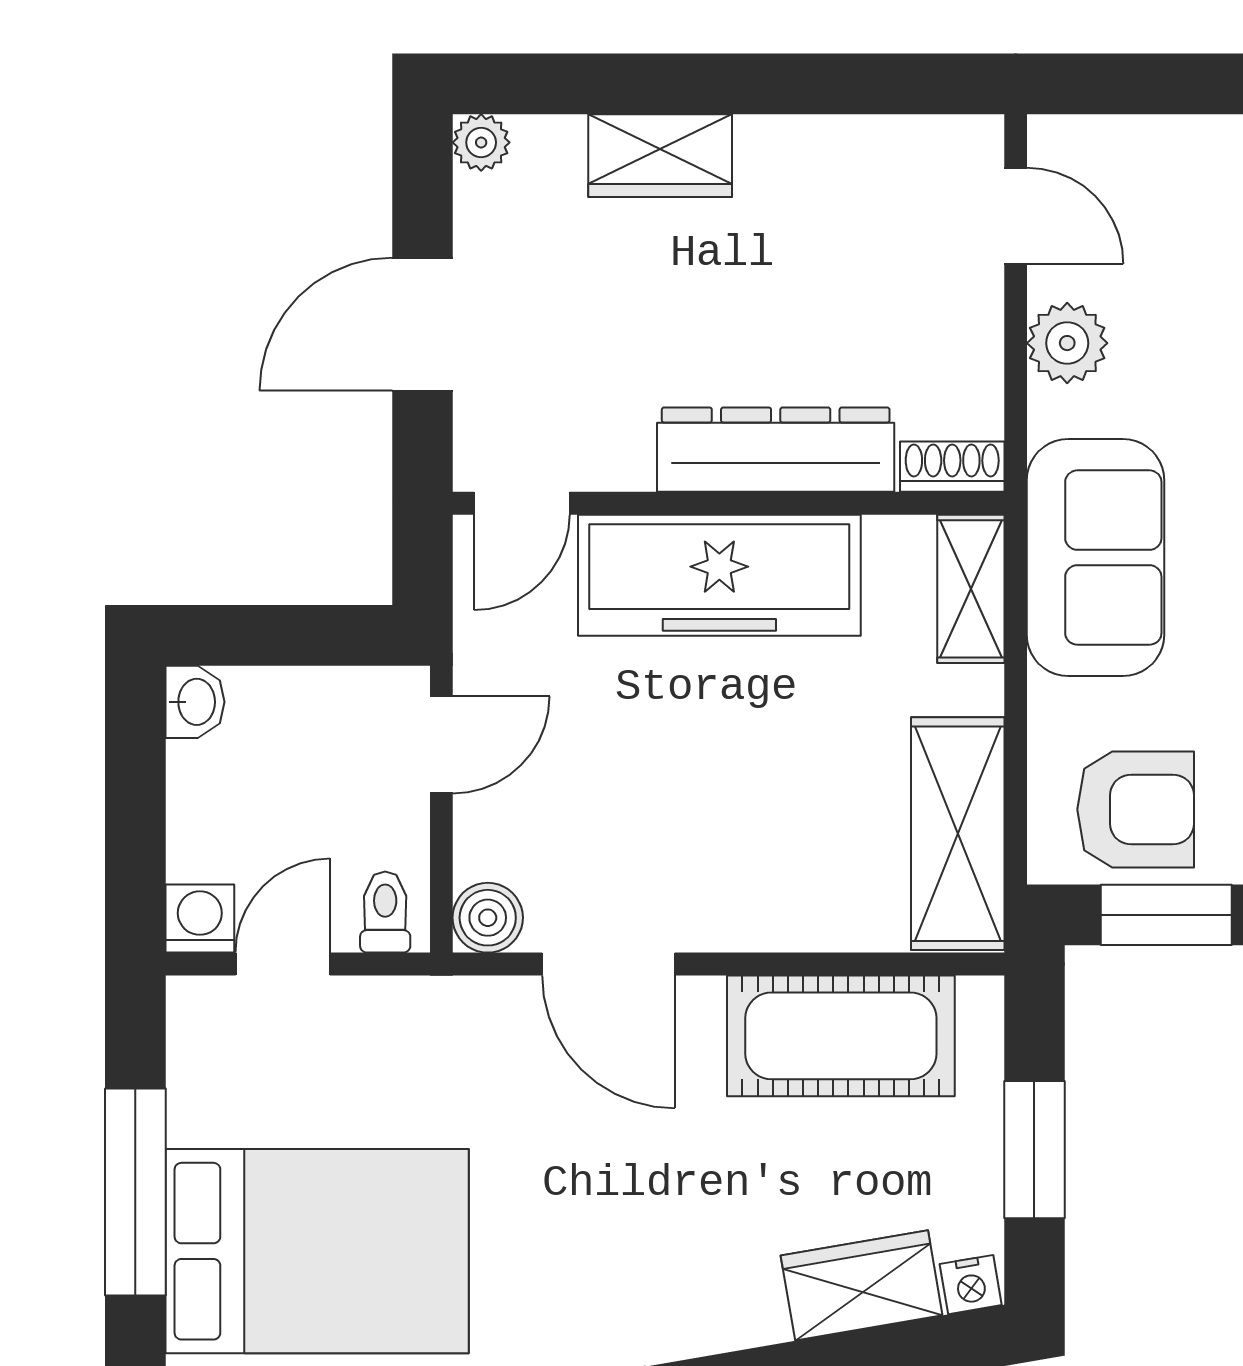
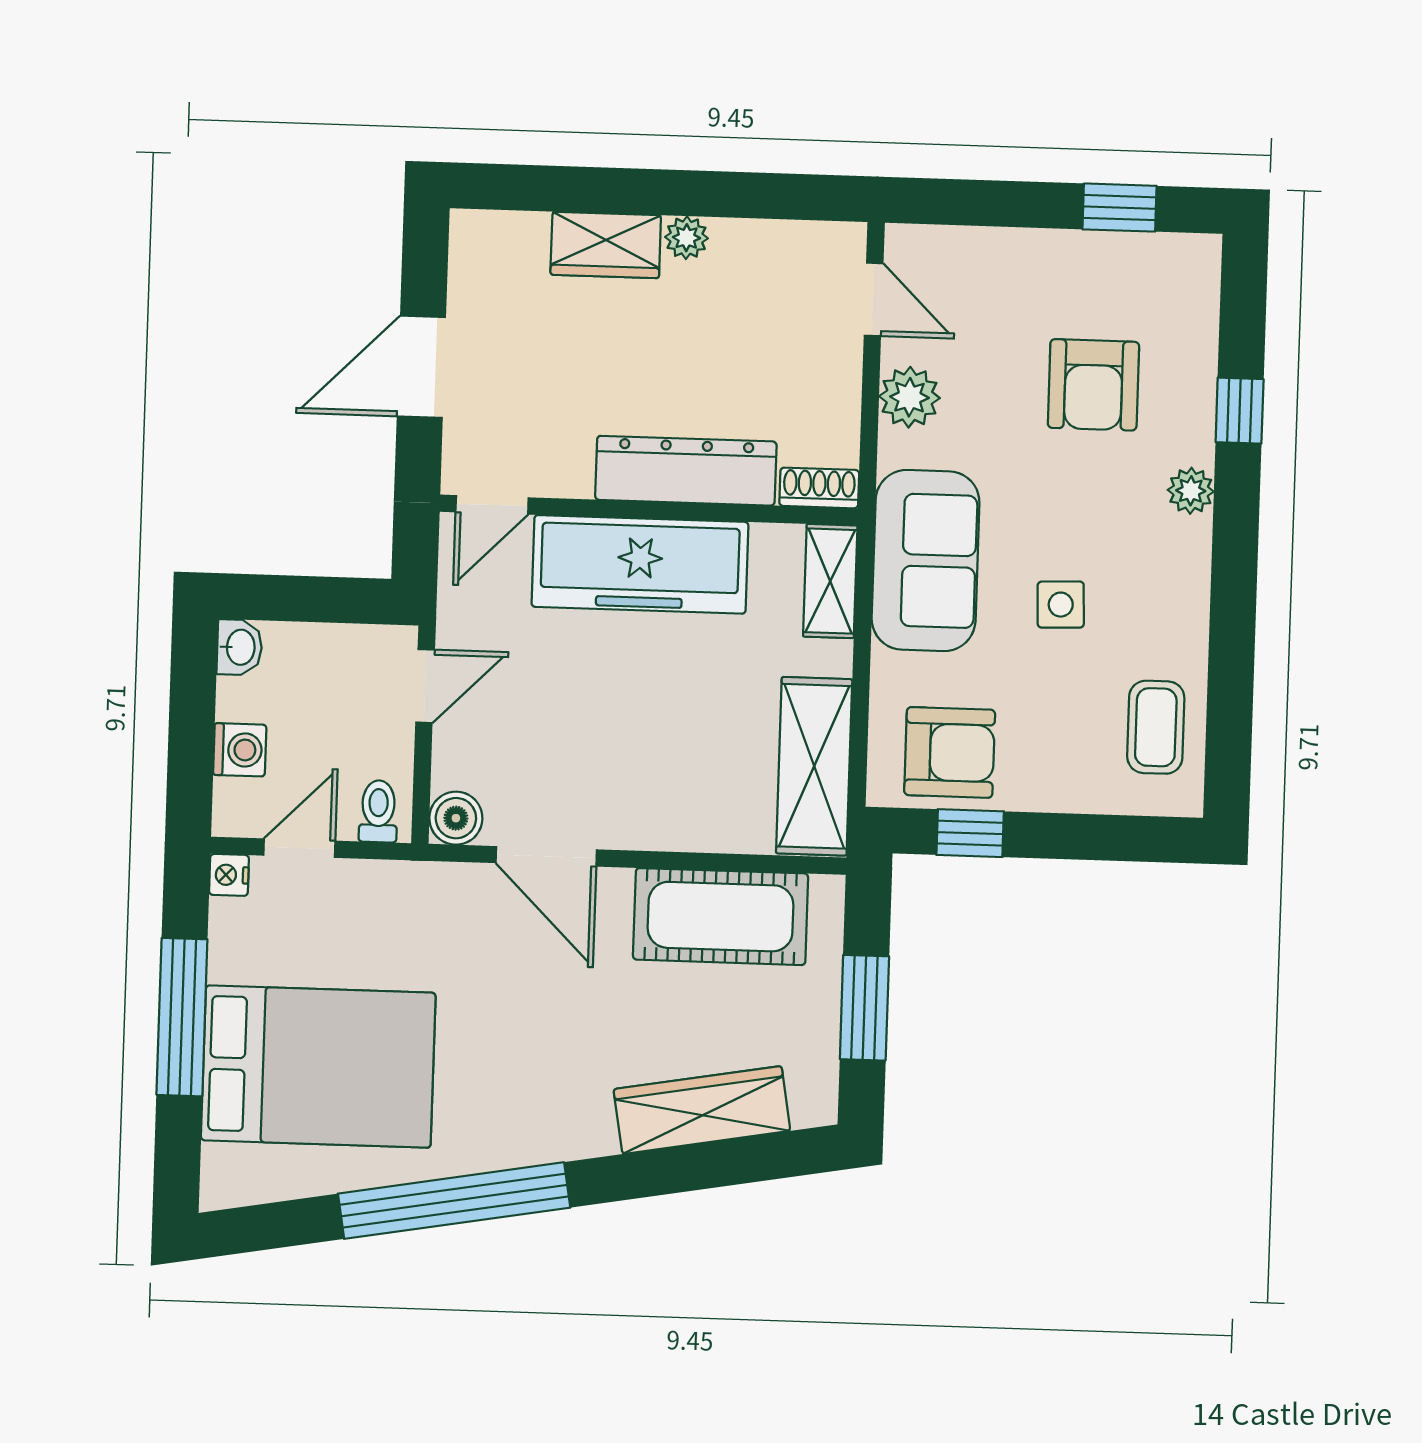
plant: (481, 142) -> (686, 238), moved
window: (1166, 915) -> (970, 833), width x0.67
washing machine: (200, 919) -> (240, 750), moved, turned 90
wardrobe: (862, 1285) -> (702, 1110), width x1.50
nightstand: (971, 1285) -> (229, 875), moved, turned 100

